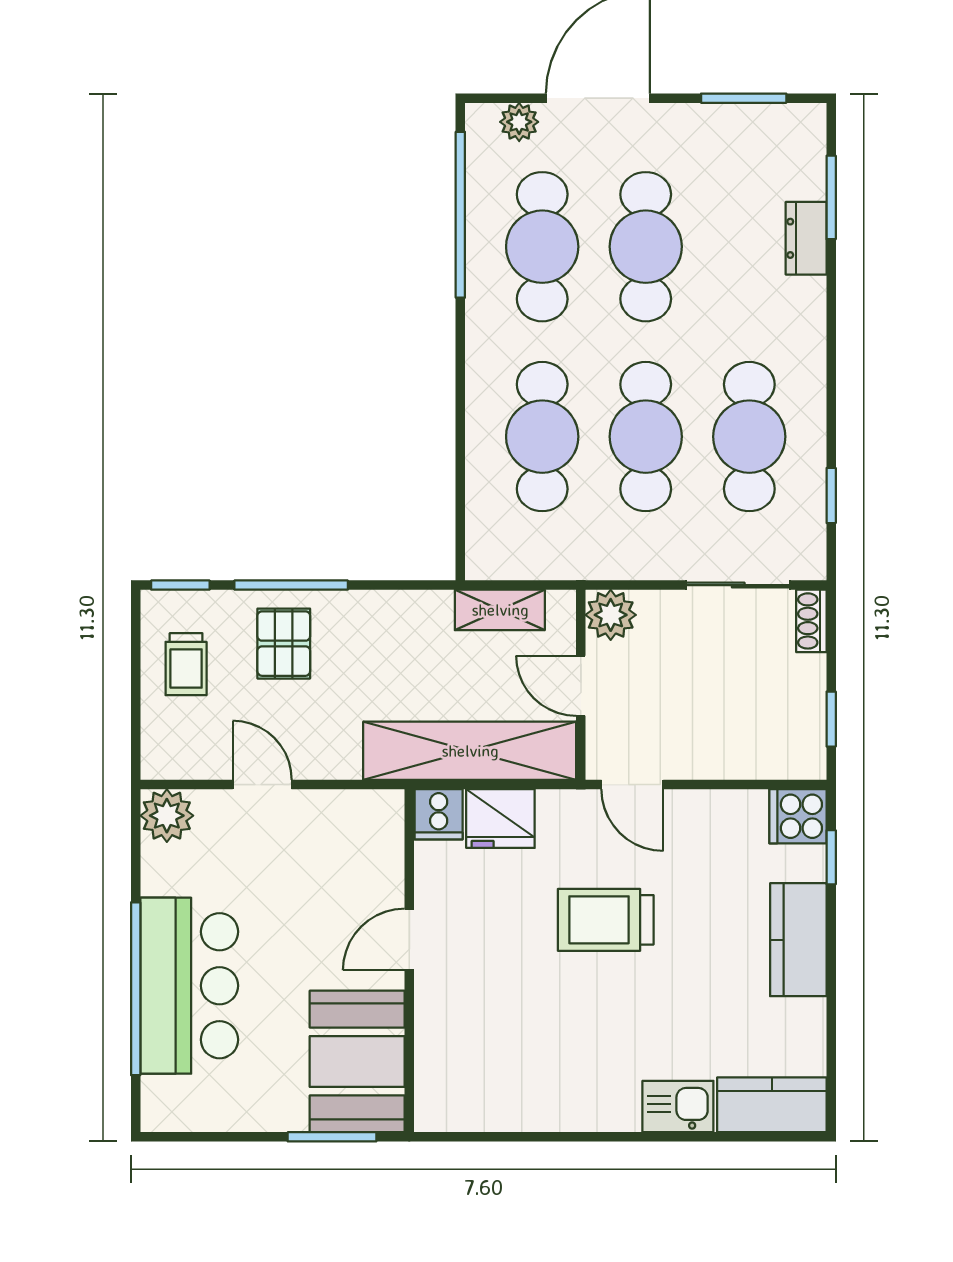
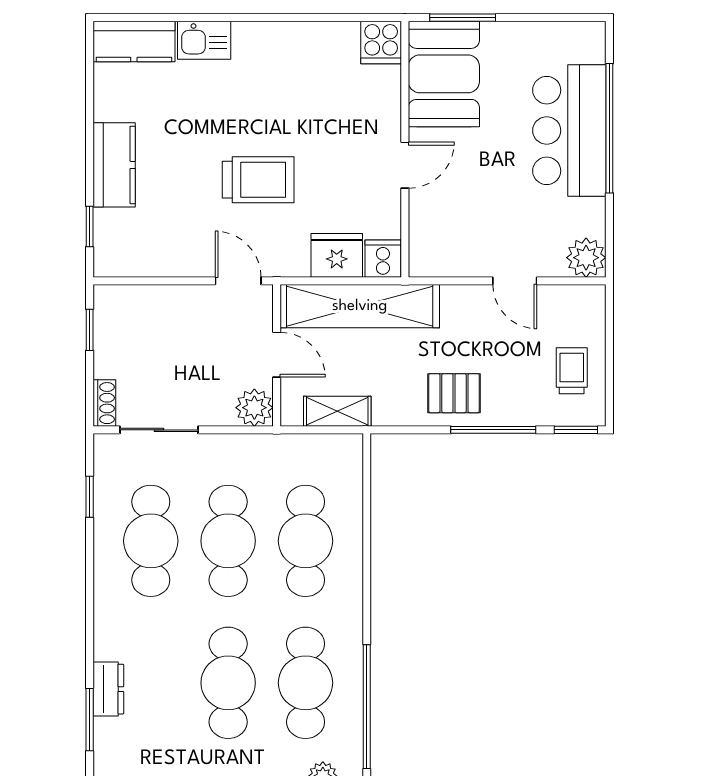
pallet: (284, 644) -> (454, 393), moved, turned 90
cooker: (798, 816) -> (381, 42), moved, turned 90

